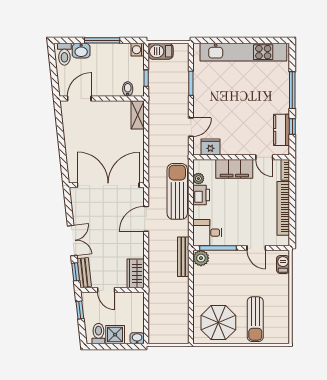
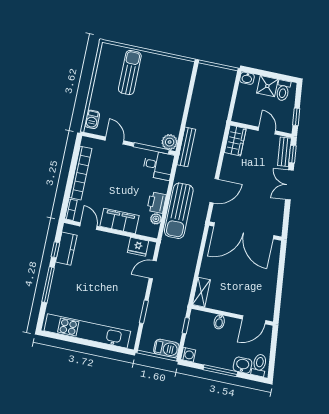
bidet: (128, 89) -> (219, 322), moved
parasol: (218, 323) -> (166, 77), removed

